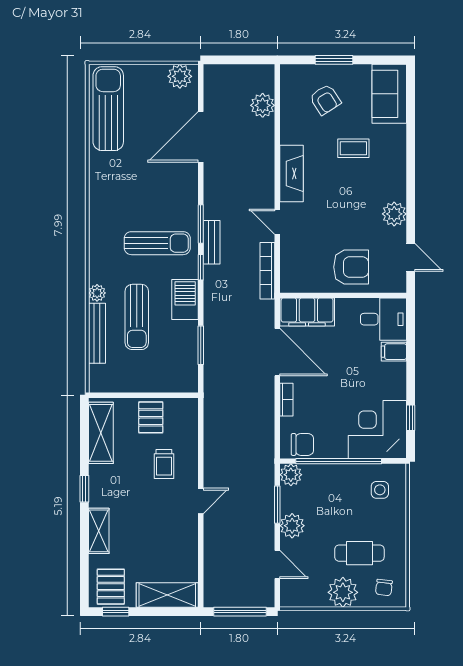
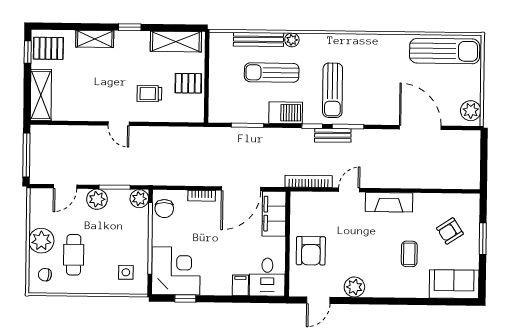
plant: (263, 105) -> (446, 179), removed

